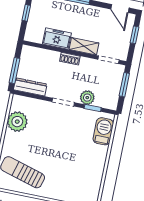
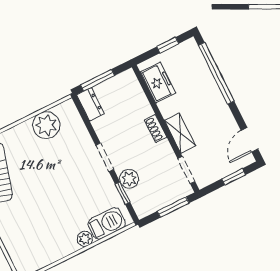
freezer: (57, 39) -> (158, 83), moved
dresser: (30, 87) -> (90, 104), width x0.70
plant: (102, 151) -> (85, 239), added

